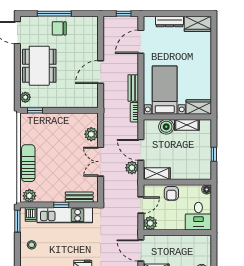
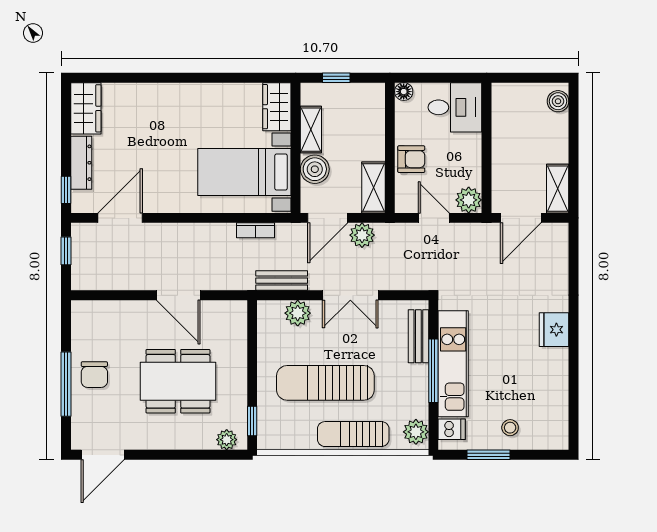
window: (155, 14) -> (66, 190), added
door: (141, 42) -> (120, 218), swing flipped
dining table: (39, 66) -> (178, 381), moved
bench: (133, 88) -> (282, 281), moved
bed with nightstands: (165, 90) -> (244, 172), moved
wardrobe: (199, 107) -> (277, 107), moved
wall: (177, 117) -> (296, 148), moved
shelving: (187, 125) -> (311, 130), moved
boiler: (166, 127) -> (315, 169), moved
sun lounger: (55, 149) -> (325, 383), added
window: (61, 205) -> (433, 371), width x2.17
window: (17, 221) -> (489, 455), moved

